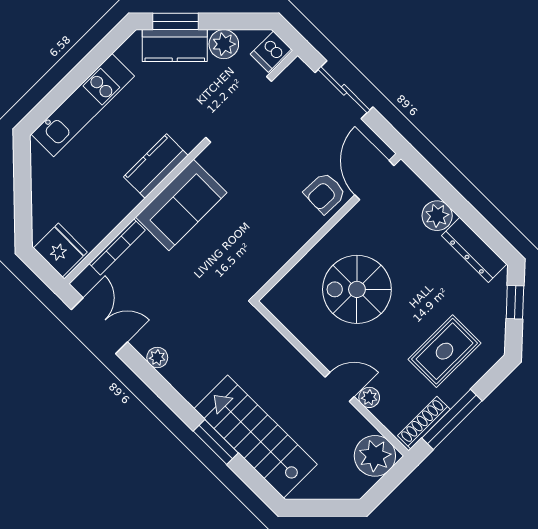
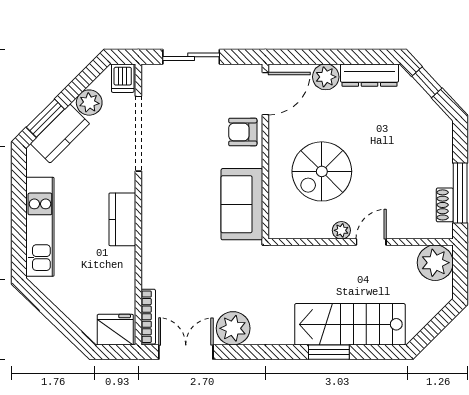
door: (374, 180) -> (265, 94), swing flipped
armchair: (325, 193) -> (243, 132), turned 88
sofa: (181, 205) -> (242, 204), moved, turned 180
bookcase: (117, 247) -> (148, 317), moved
rug: (445, 351) -> (414, 156), removed
plant: (157, 358) -> (233, 328), width x1.88, depth x1.88
plant: (369, 397) -> (341, 230), moved
shoe rack: (424, 423) -> (445, 205), width x0.70

